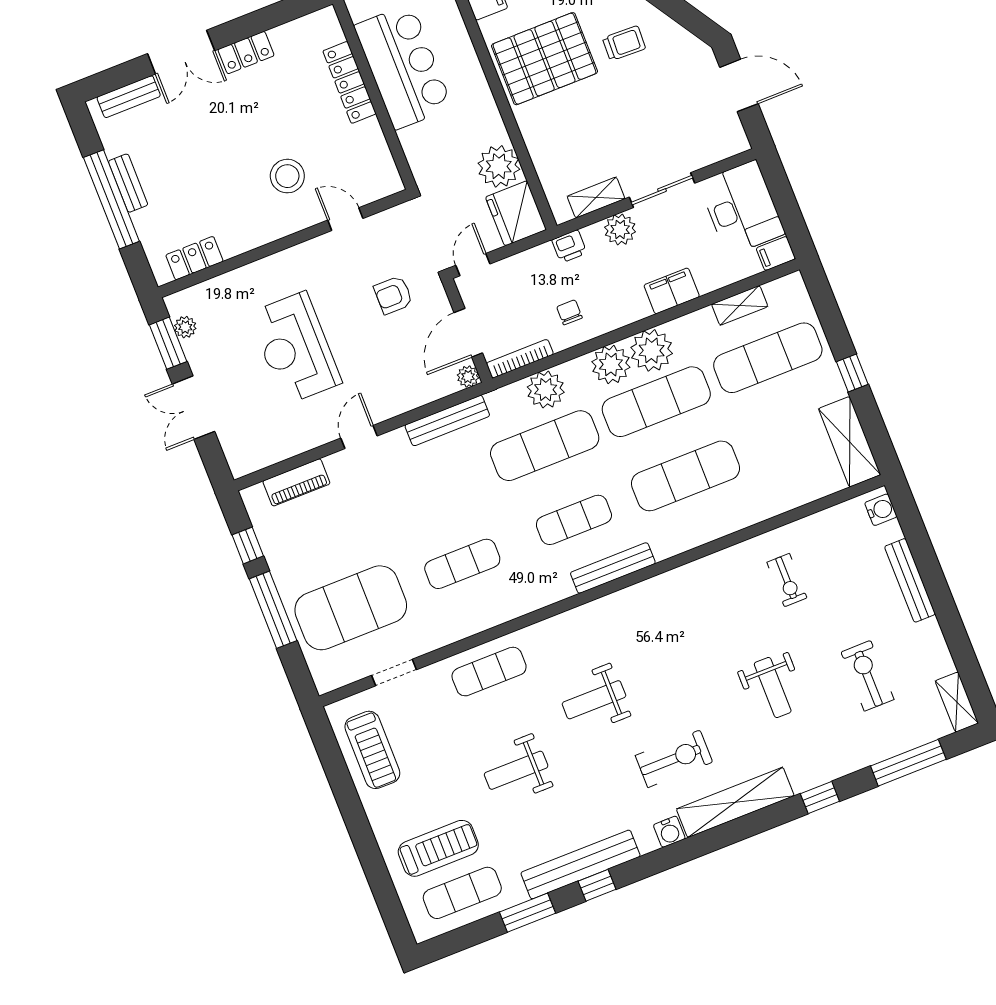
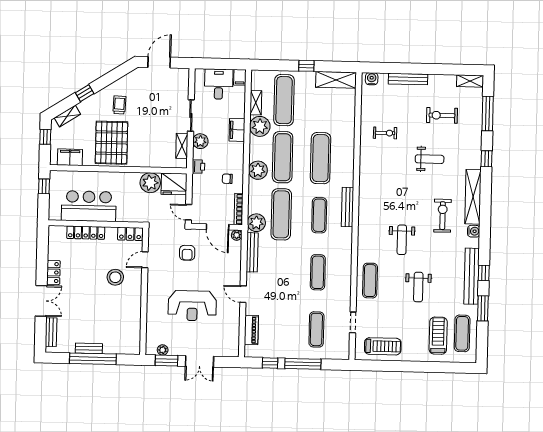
desk: (742, 208) -> (219, 84), width x0.73
locker: (194, 258) -> (130, 234), moved, turned -90
plant: (652, 350) -> (260, 126), moved
plant: (546, 390) -> (256, 223), moved
exercise mat: (351, 608) -> (316, 329), width x0.50, depth x0.69

